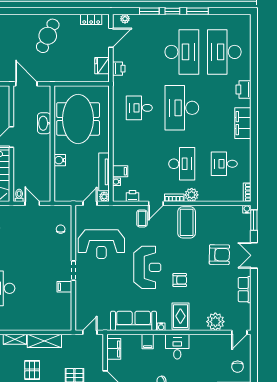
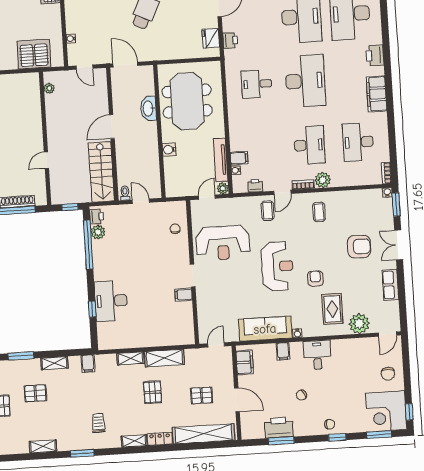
desk: (182, 108) -> (305, 81), turned 180
desk: (224, 164) -> (358, 142), width x1.37
coffee table: (187, 222) -> (319, 212), width x0.54, depth x0.58
armchair: (180, 280) -> (315, 278), turned -90
rug: (180, 316) -> (332, 309), moved

